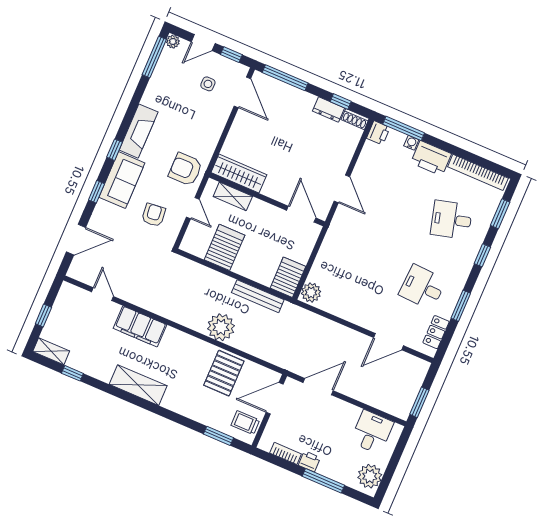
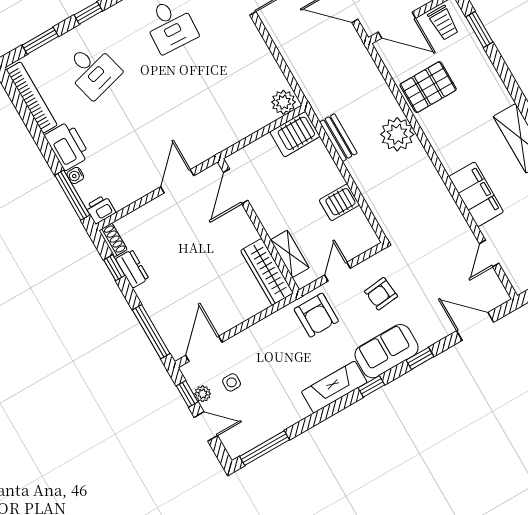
plant: (173, 42) -> (203, 394), moved
server rack: (224, 247) -> (339, 202), width x0.73, depth x0.70
bench: (258, 296) -> (338, 138), width x0.73

